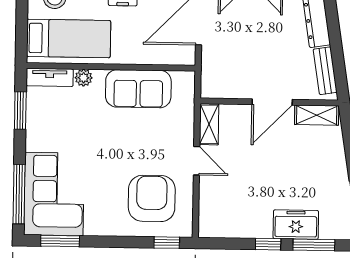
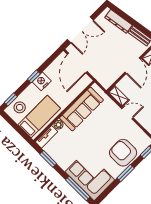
sofa: (138, 89) -> (81, 109), width x1.36
armchair: (152, 198) -> (123, 153), moved
window: (60, 241) -> (126, 173), moved

